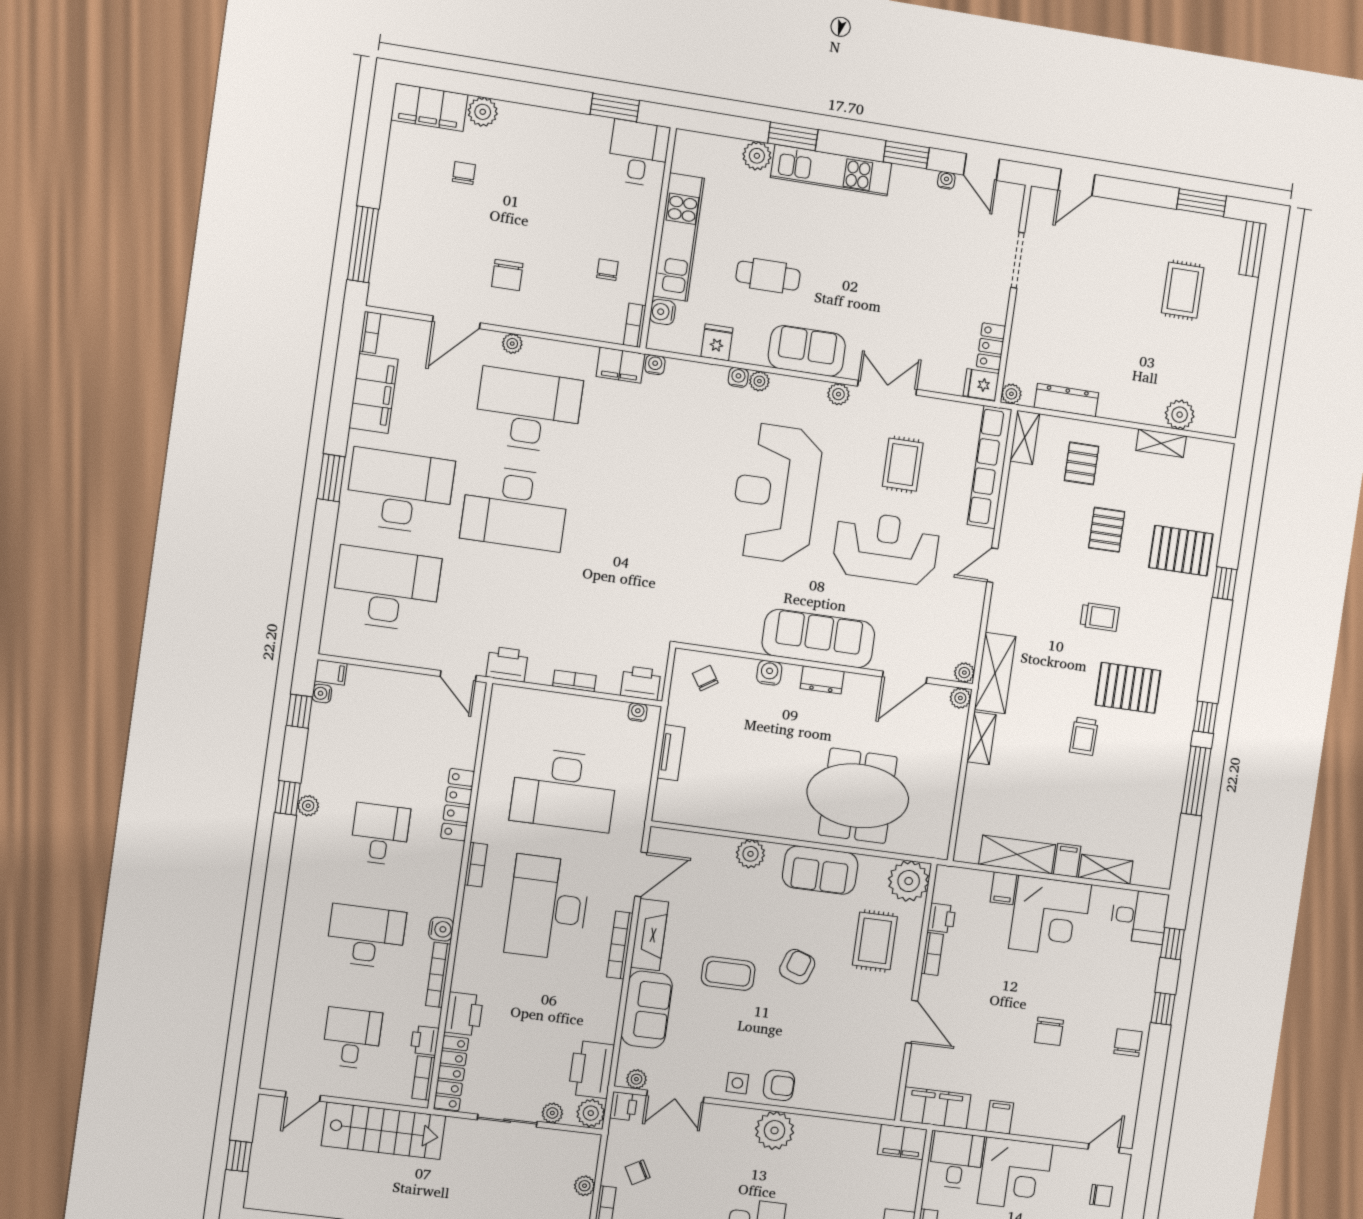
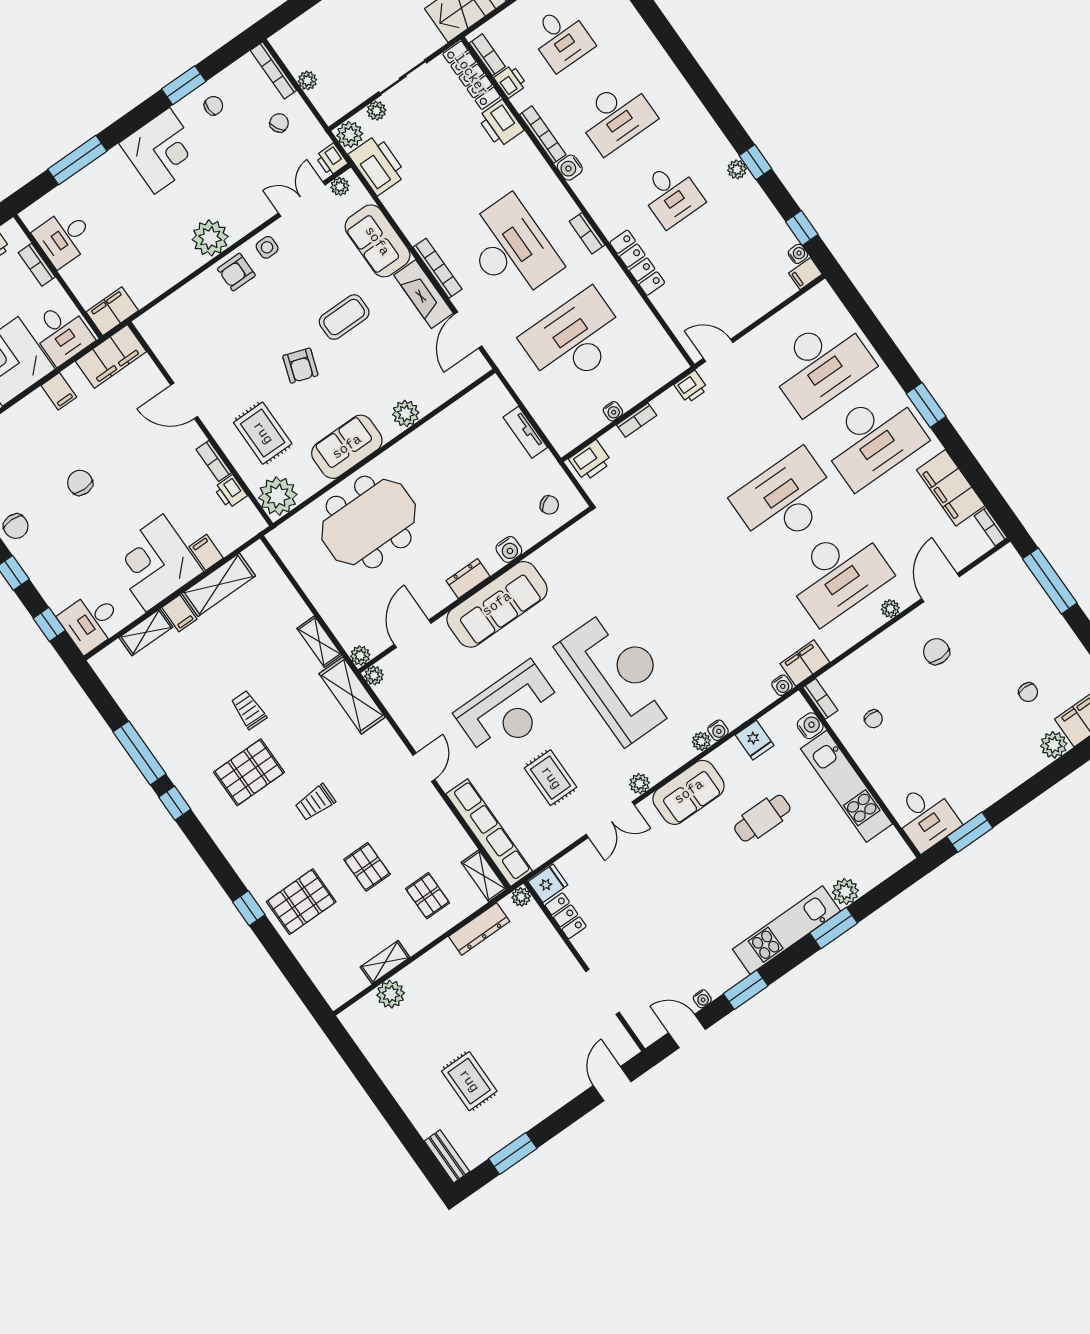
printer: (507, 664) -> (691, 387), width x0.73, depth x0.81
water cooler: (638, 712) -> (613, 411), moved

